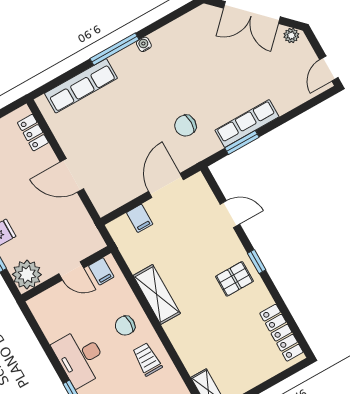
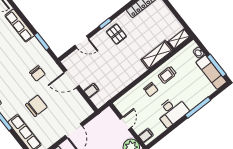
chair: (127, 115) -> (36, 106), added
row of seats: (247, 124) -> (20, 26), moved
door: (230, 214) -> (82, 42), swing flipped
filing cabinet: (101, 271) -> (146, 136), moved
shelving: (157, 294) -> (157, 55), moved

